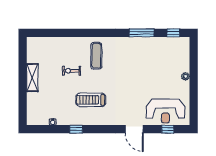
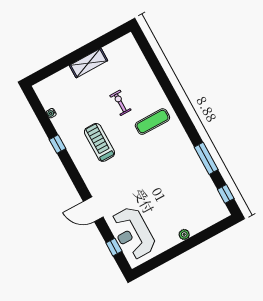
door: (134, 129) -> (93, 209), hinge flipped

